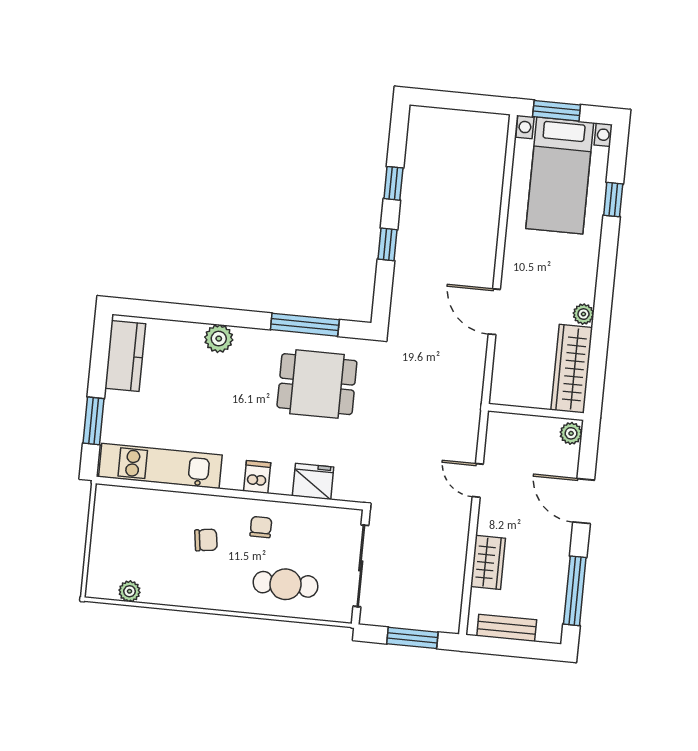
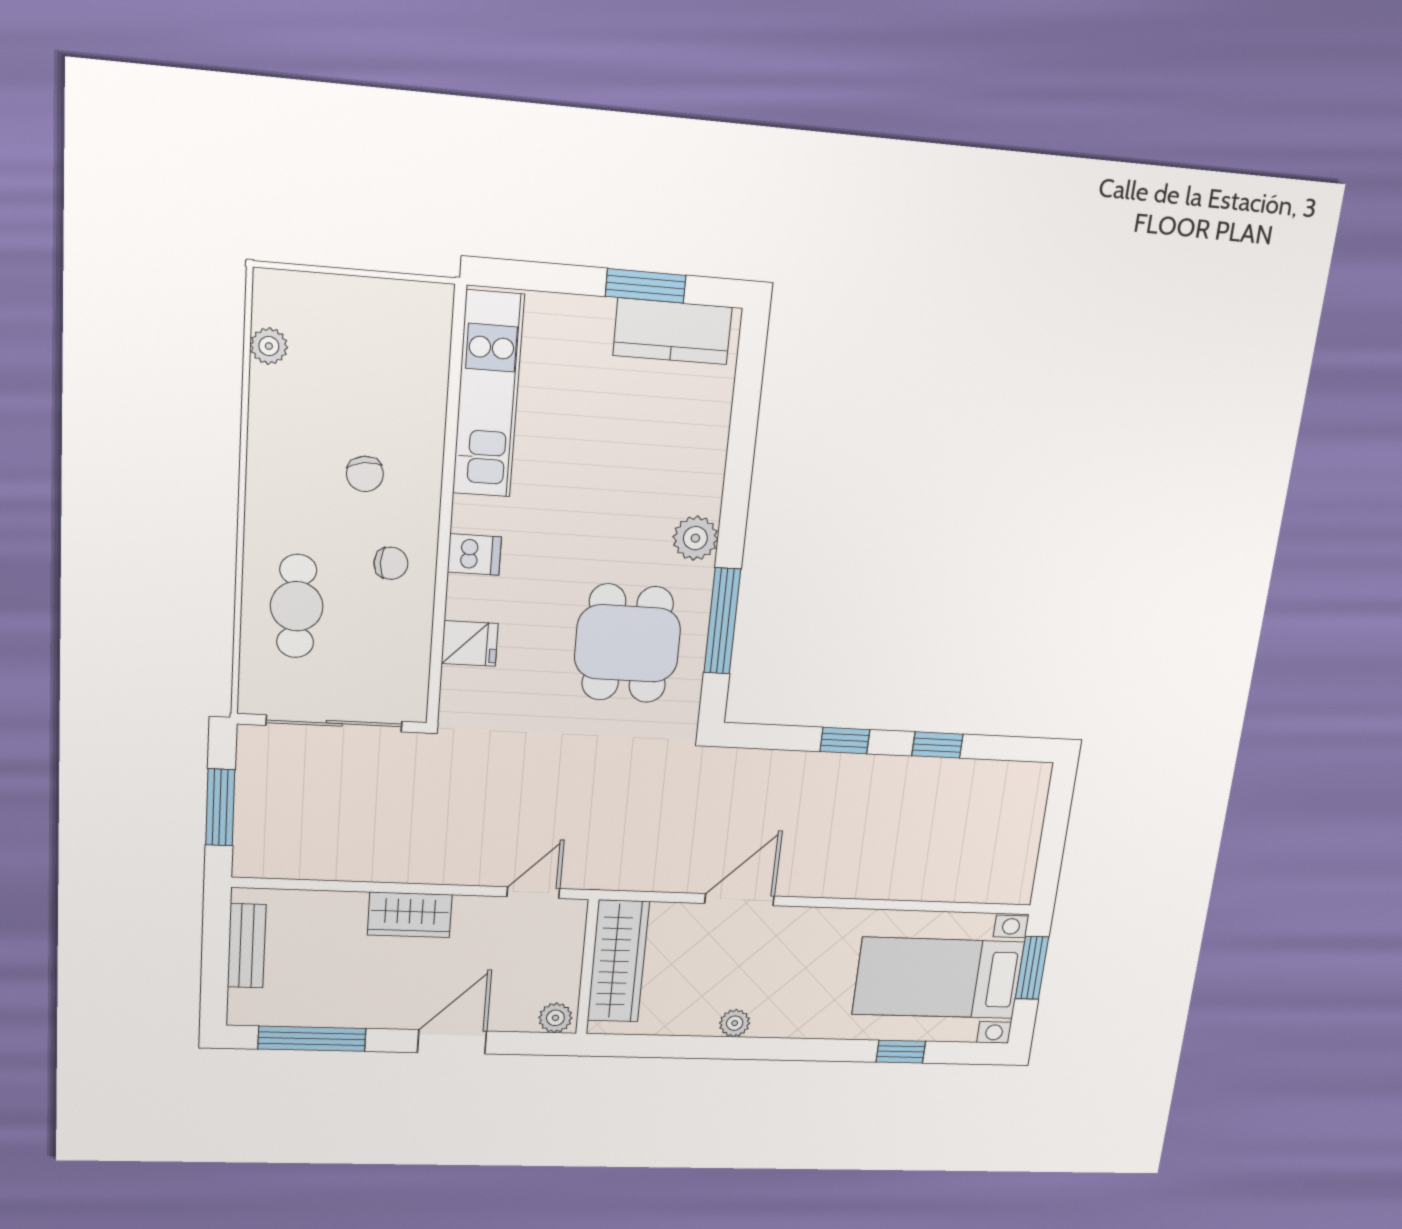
plant: (219, 339) -> (695, 538), moved
wardrobe: (572, 369) -> (618, 961), moved, turned 90
window: (94, 421) -> (646, 286), moved
door: (478, 480) -> (533, 893), moved
fridge: (313, 481) -> (470, 644), width x0.72
wardrobe: (488, 562) -> (410, 915), moved

